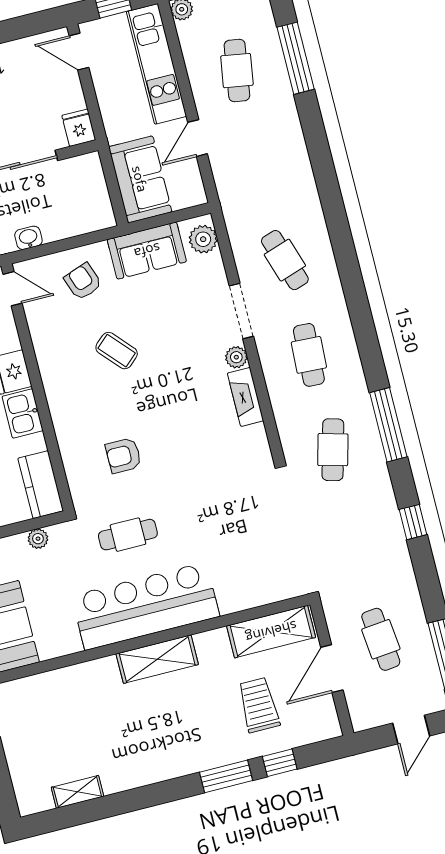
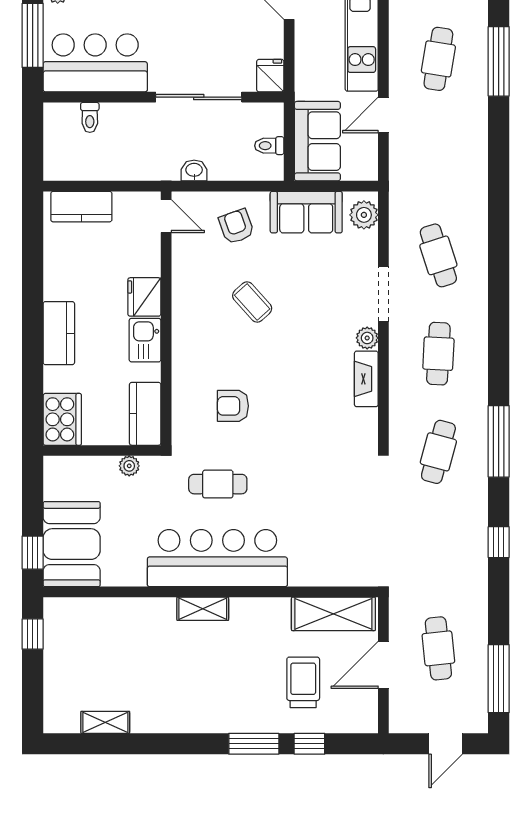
toilet: (95, 195) -> (269, 146), added
shelving: (157, 659) -> (203, 609), width x0.67, depth x0.75

